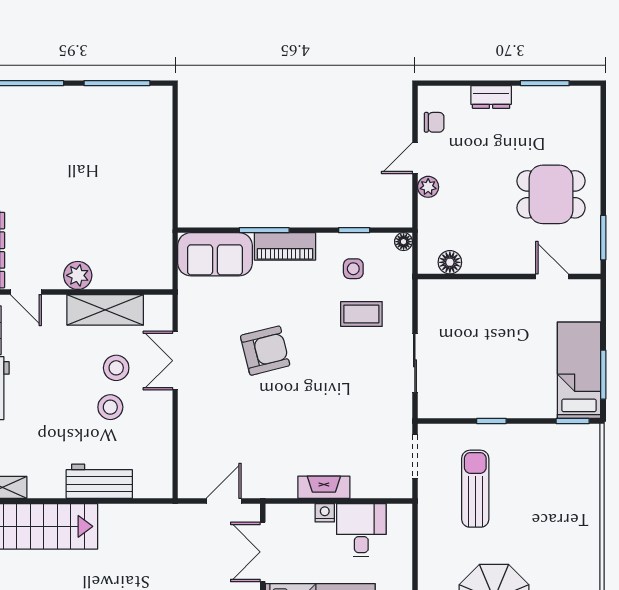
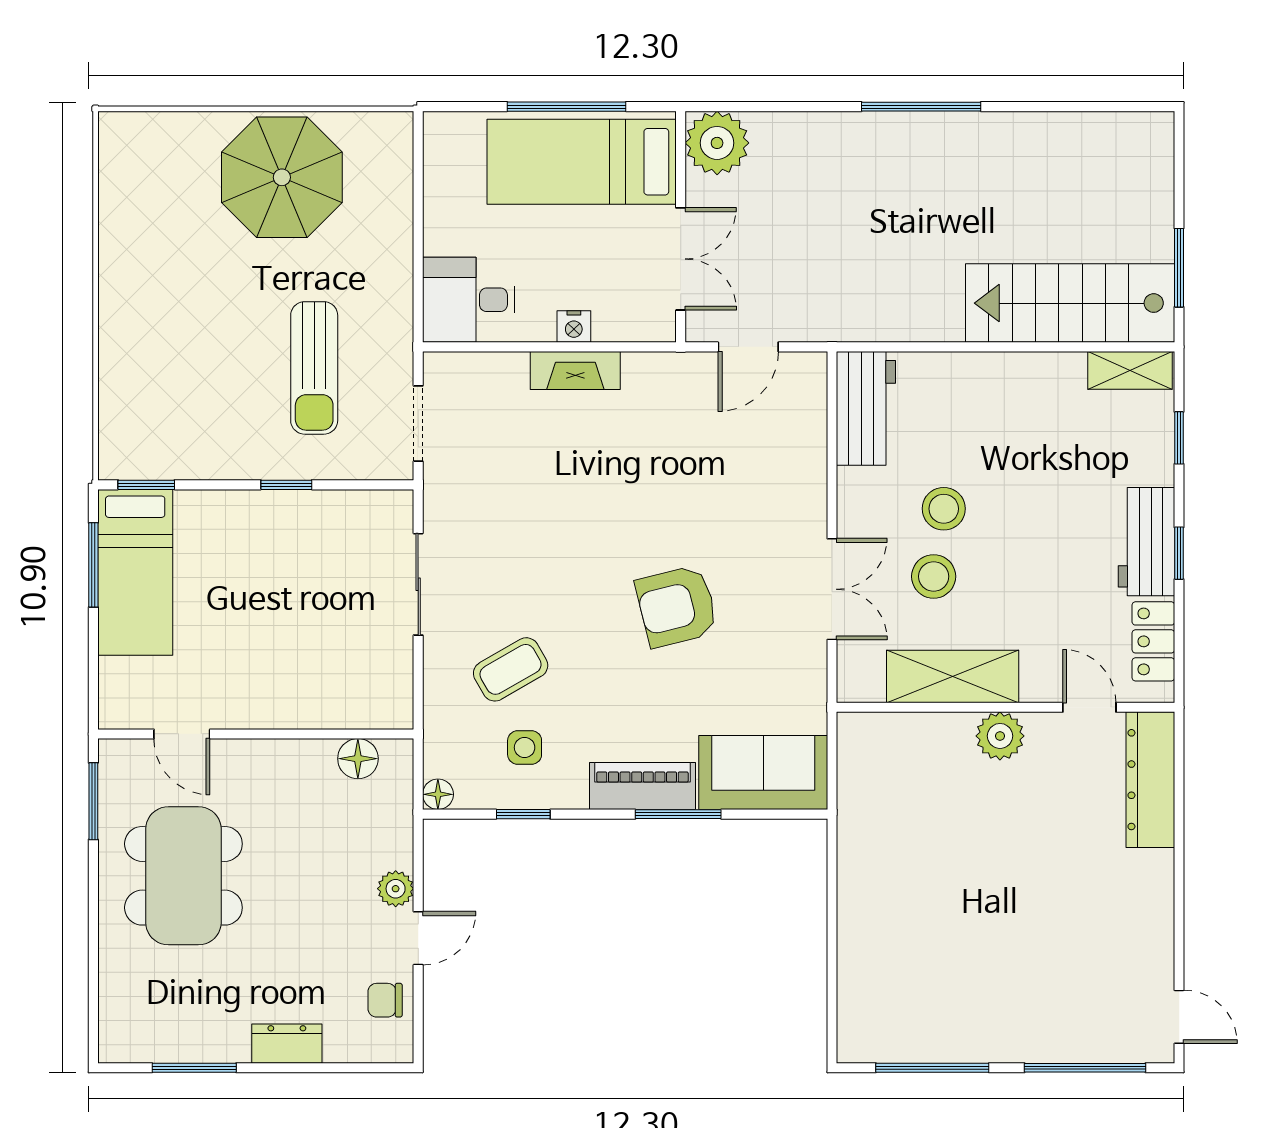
dining table: (551, 194) -> (183, 876), width x1.38
coffee table: (361, 314) -> (511, 669), turned -30
workbench: (99, 481) -> (866, 408), moved, turned -90
desk: (361, 530) -> (469, 300), moved, turned 90

